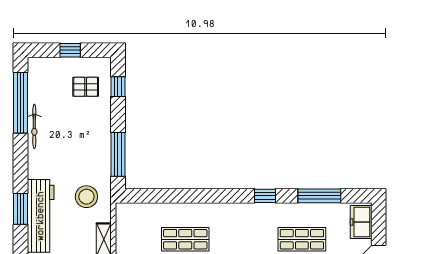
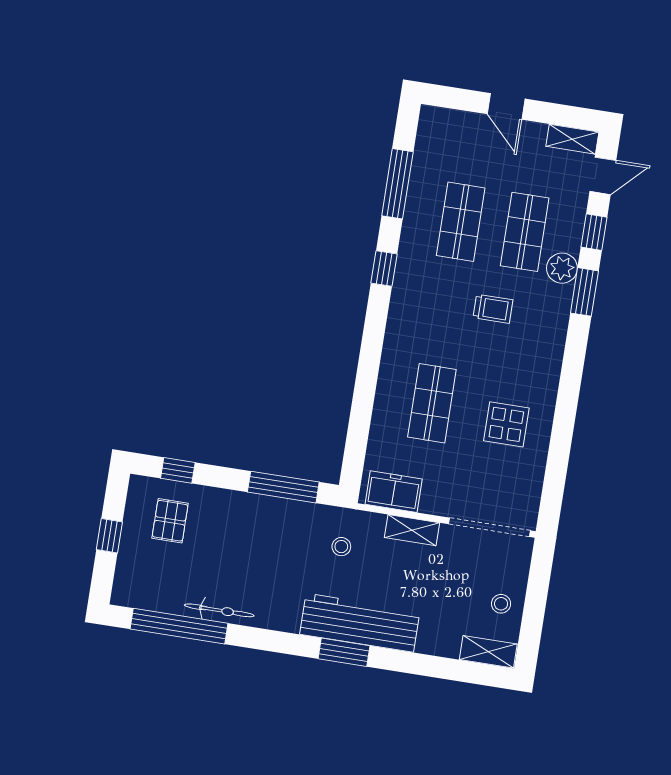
stool: (86, 197) -> (341, 547), width x0.53, depth x0.53
freezer: (361, 222) -> (394, 492), moved, turned 180

